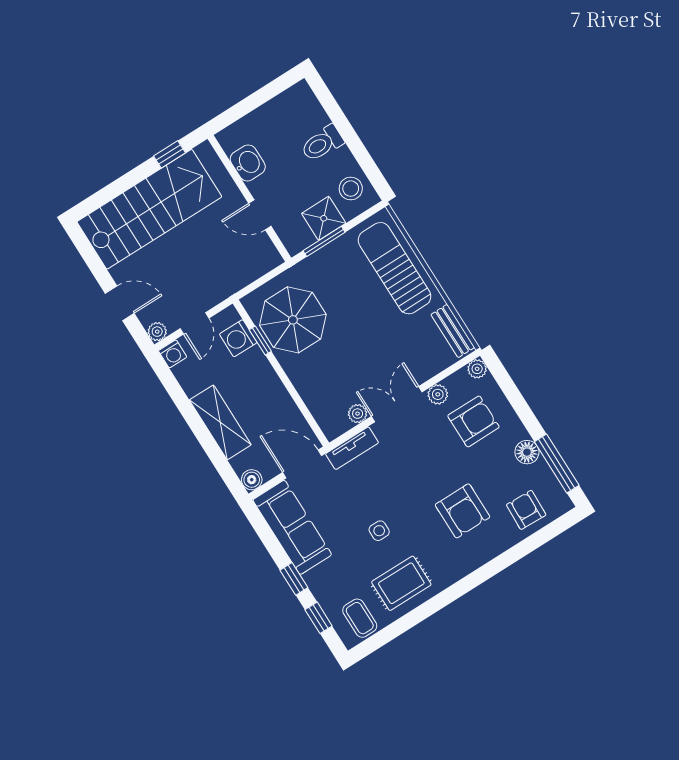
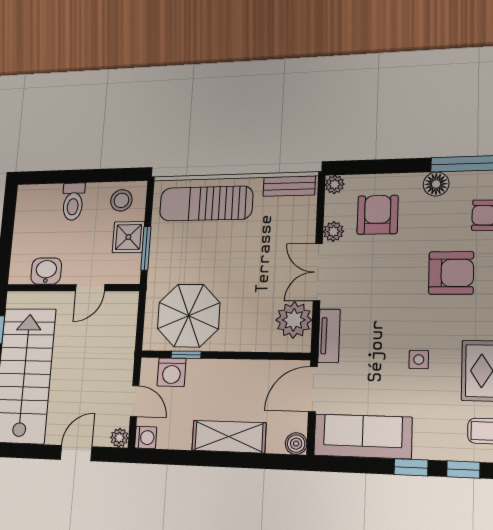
plant: (358, 414) -> (294, 320), width x1.88, depth x1.88

